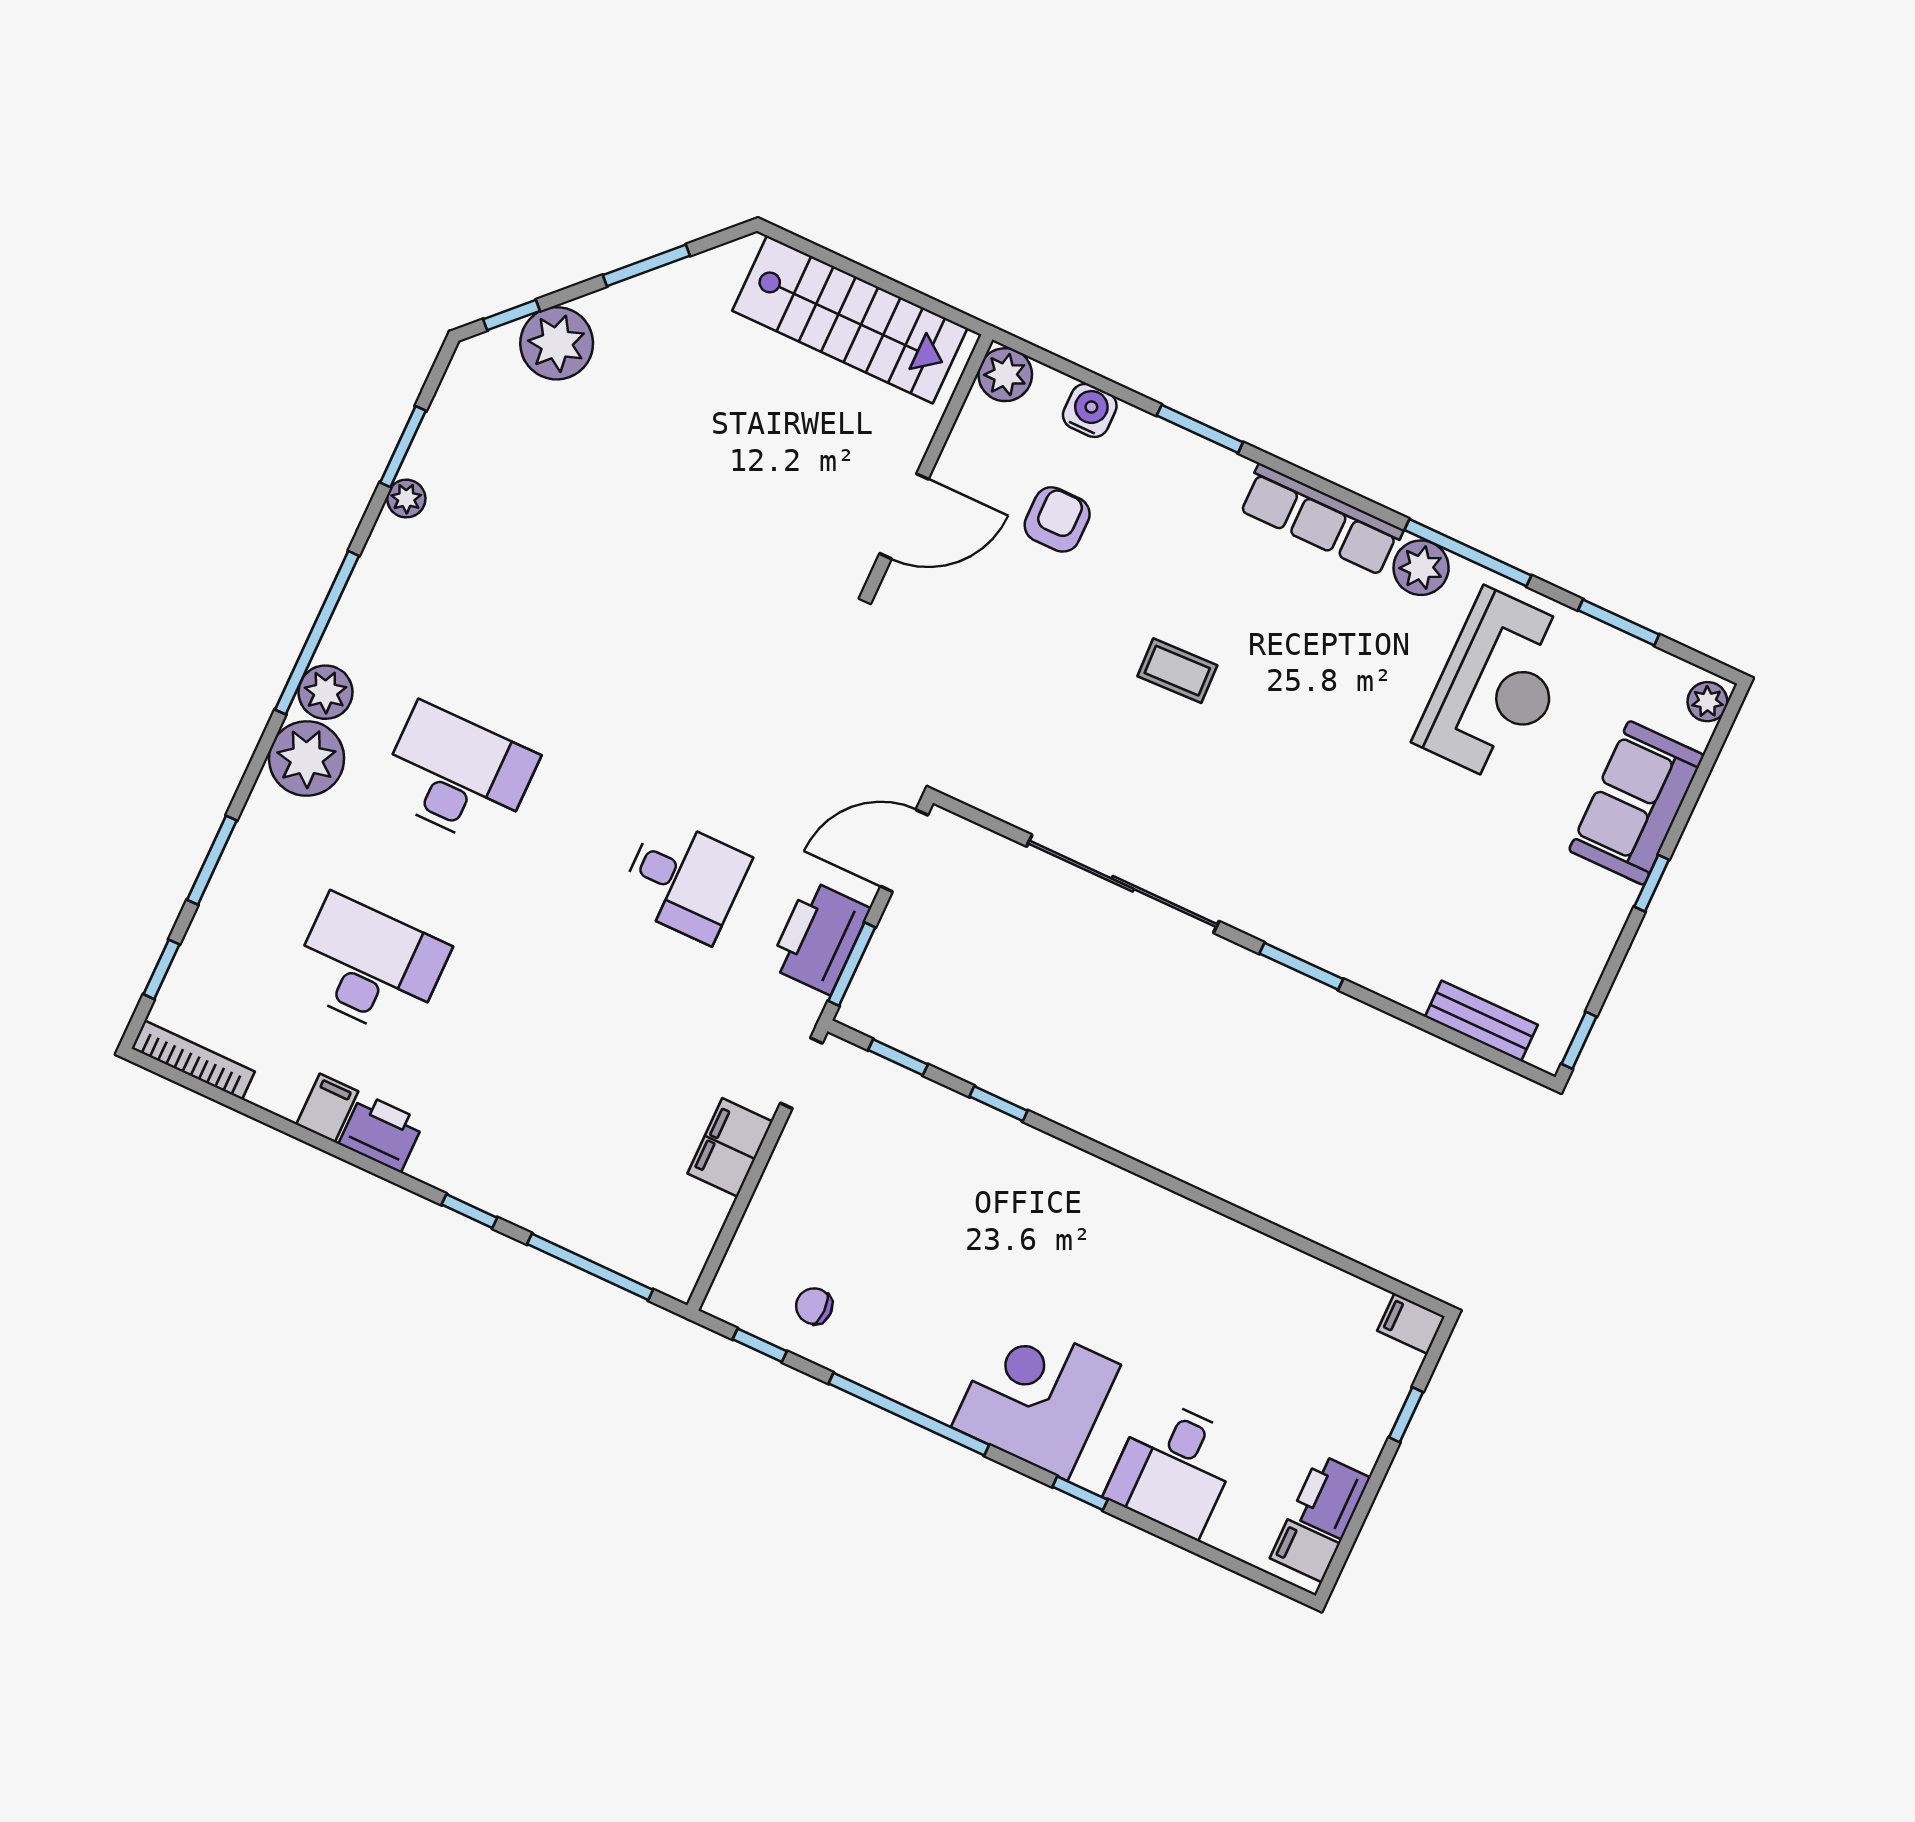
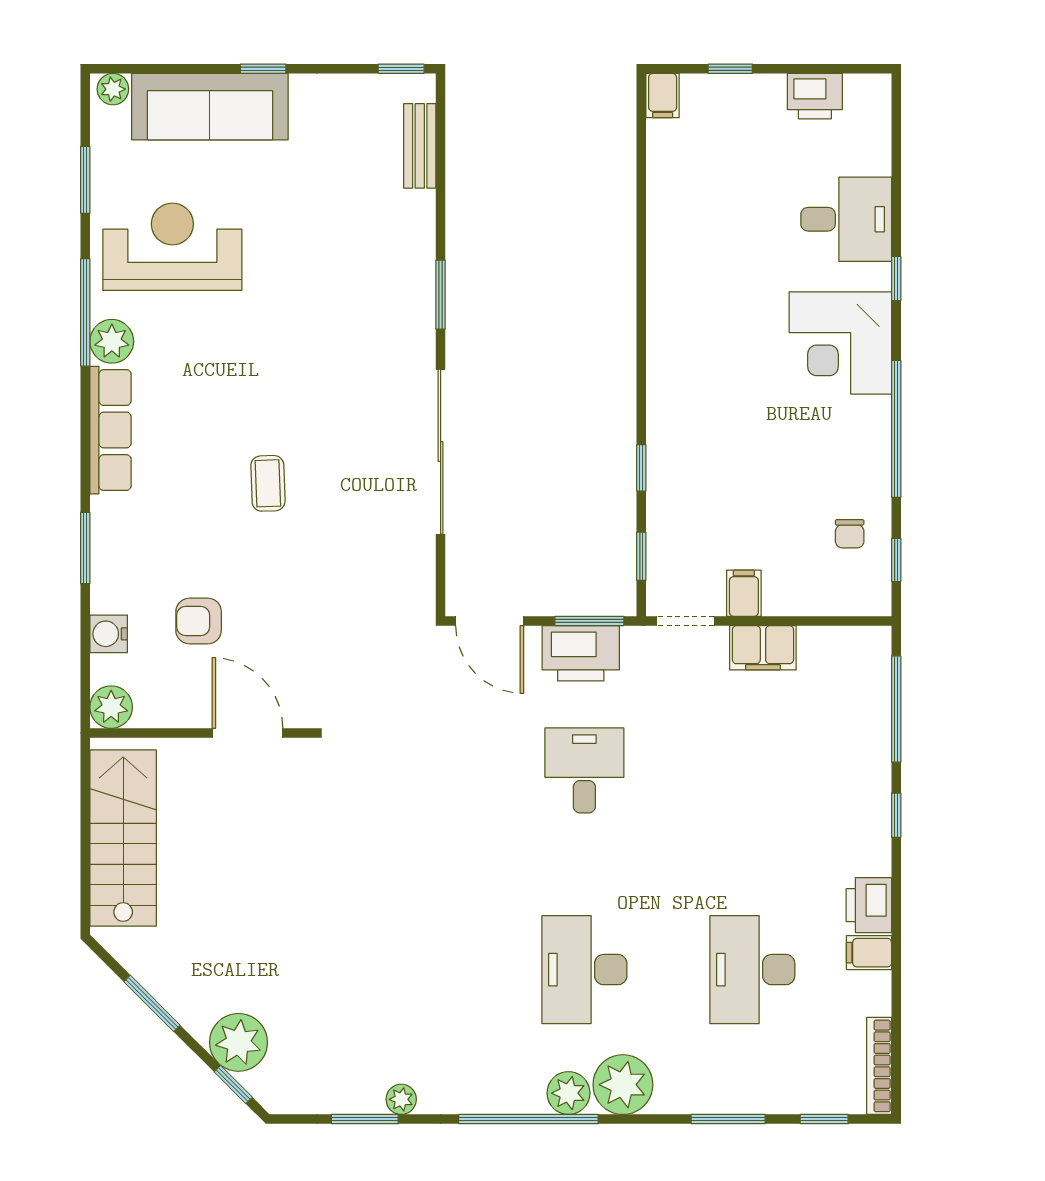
sofa: (1636, 803) -> (210, 107), width x1.36
filing cabinet: (1305, 1551) -> (744, 593), moved, turned 180

